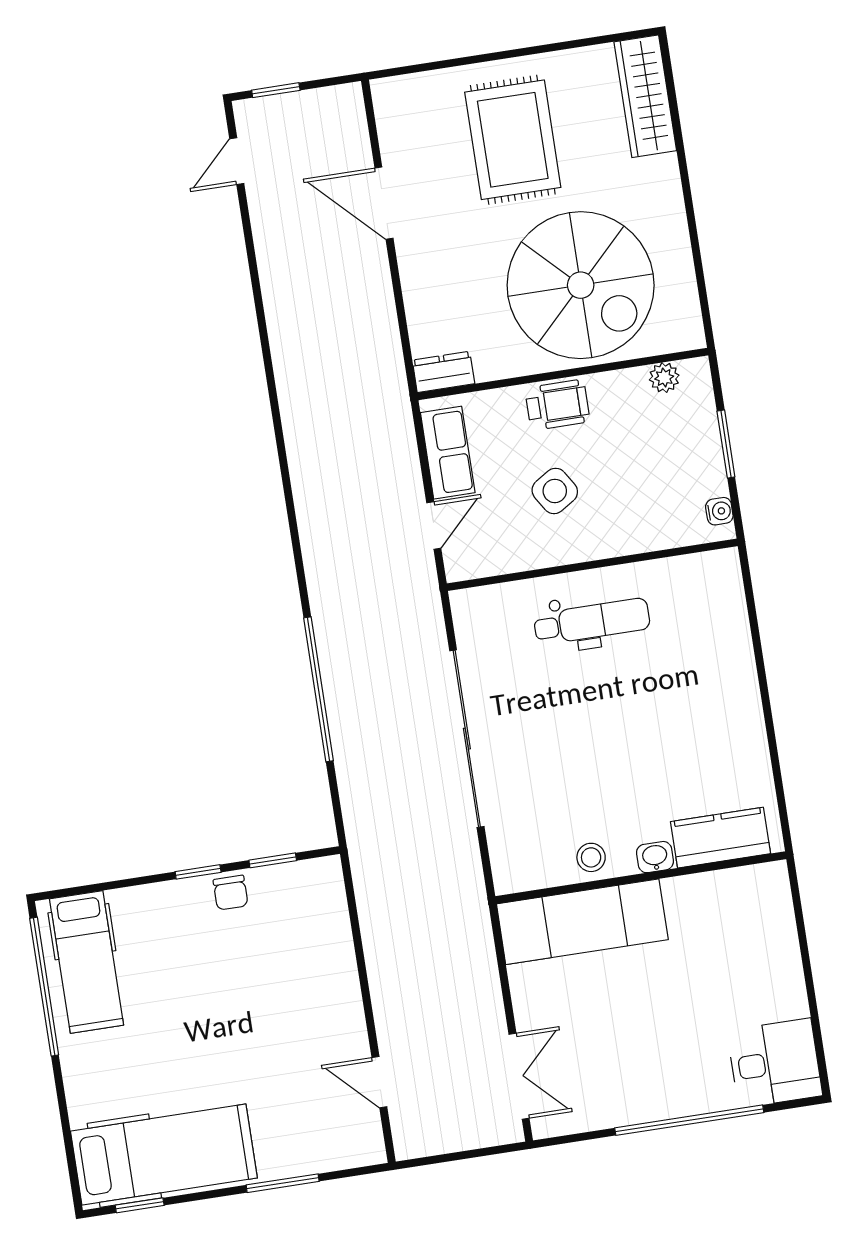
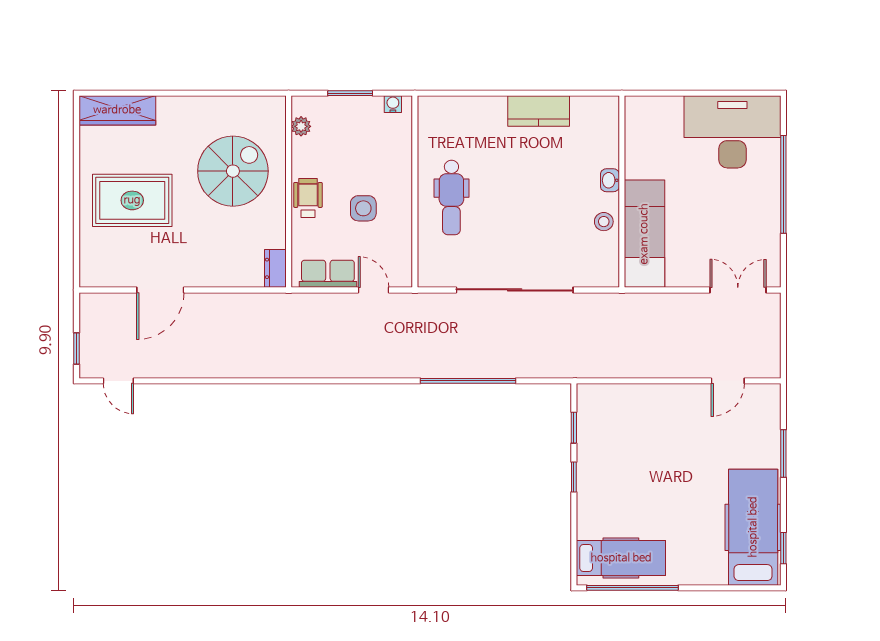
spiral stairs: (581, 285) -> (233, 171), width x0.73, depth x0.73
side table: (555, 491) -> (363, 208), turned 32
dental chair: (592, 622) -> (451, 197), turned 180
kitchen counter: (721, 838) -> (539, 111), moved, turned -90
chair: (231, 893) -> (590, 458), removed
desk: (775, 1063) -> (732, 132), width x1.87, depth x1.30

